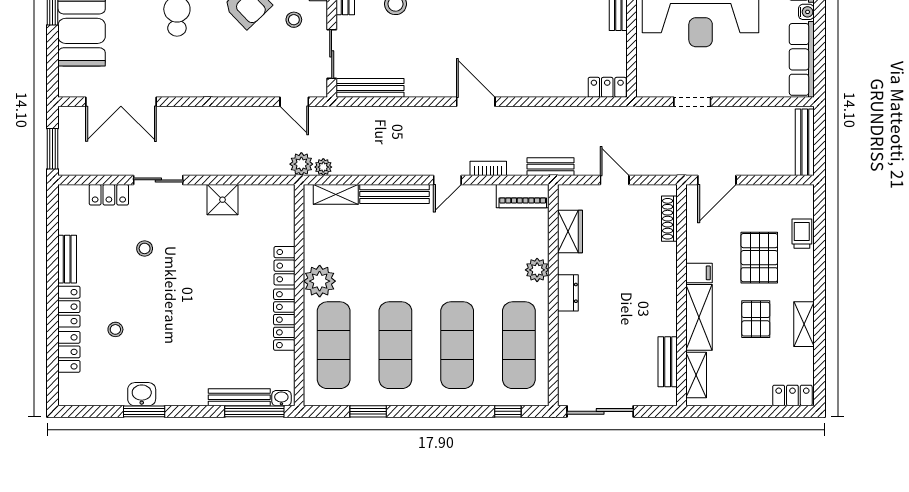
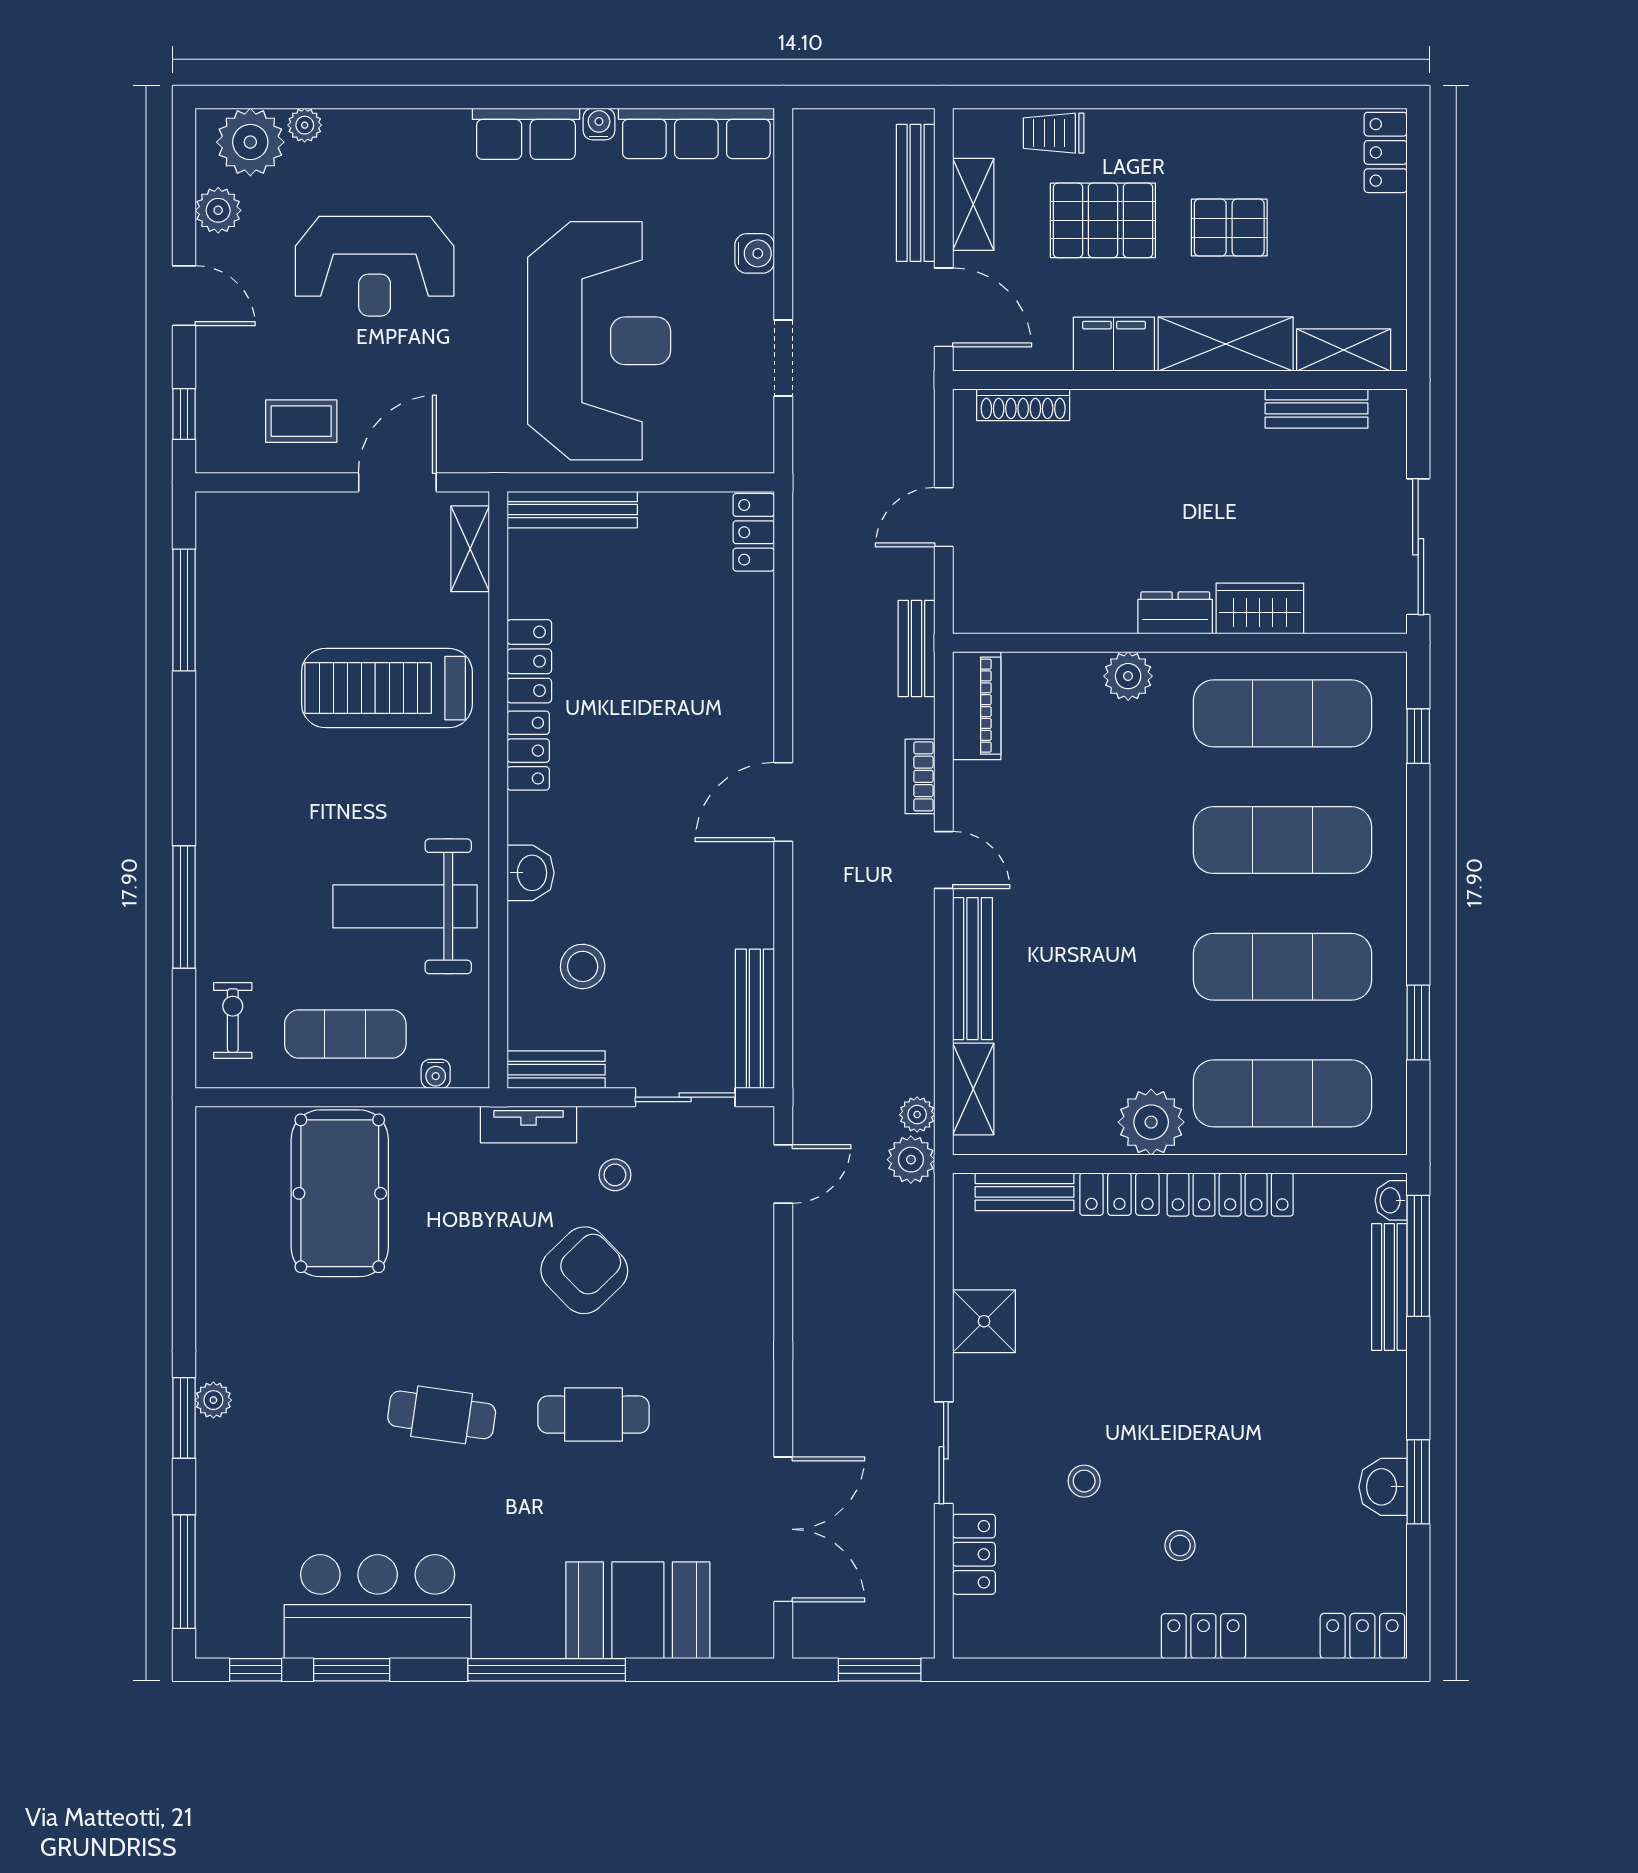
water cooler: (743, 88) -> (755, 253), added
bench: (805, 142) -> (916, 193), moved, turned 90
wardrobe: (570, 232) -> (1260, 608), moved
bench: (67, 259) -> (1025, 1192), moved
filing cabinet: (699, 273) -> (1114, 344), width x2.00
shelving: (804, 324) -> (973, 204), moved, turned 90
stool: (115, 329) -> (1180, 1546), moved
locker: (69, 352) -> (1362, 1636), moved

